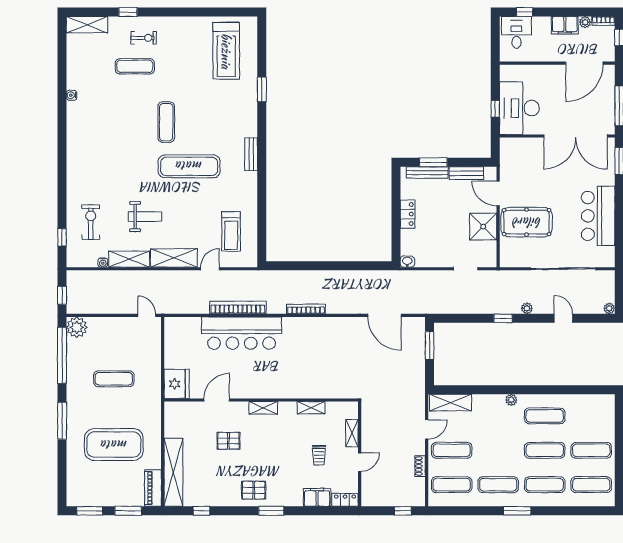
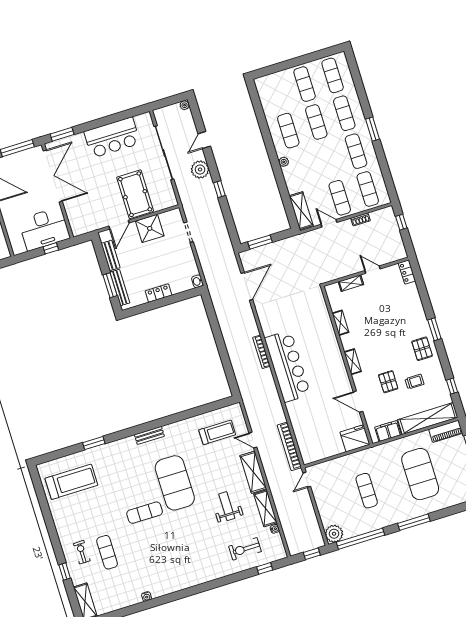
exercise mat: (189, 166) -> (175, 483), width x1.47
bookcase: (238, 308) -> (289, 446), moved
plant: (527, 308) -> (200, 170), width x1.88, depth x1.88
bar counter: (242, 333) -> (287, 366), moved
trolley: (319, 455) -> (414, 382), moved
filing cabinet: (317, 497) -> (388, 431), moved, turned 90

